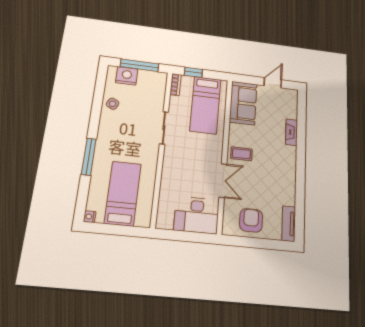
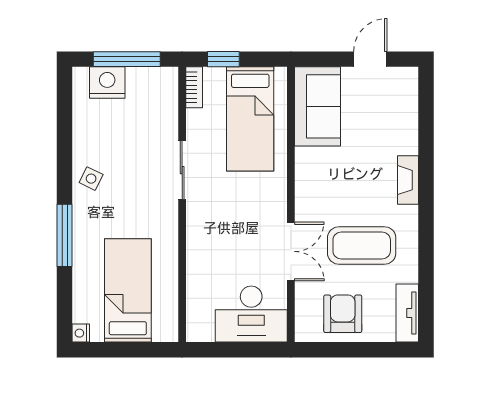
side table: (113, 104) -> (91, 179), moved
fireplace: (292, 132) -> (408, 180), moved
coffee table: (241, 154) -> (362, 245), moved, width x1.86, depth x1.72

